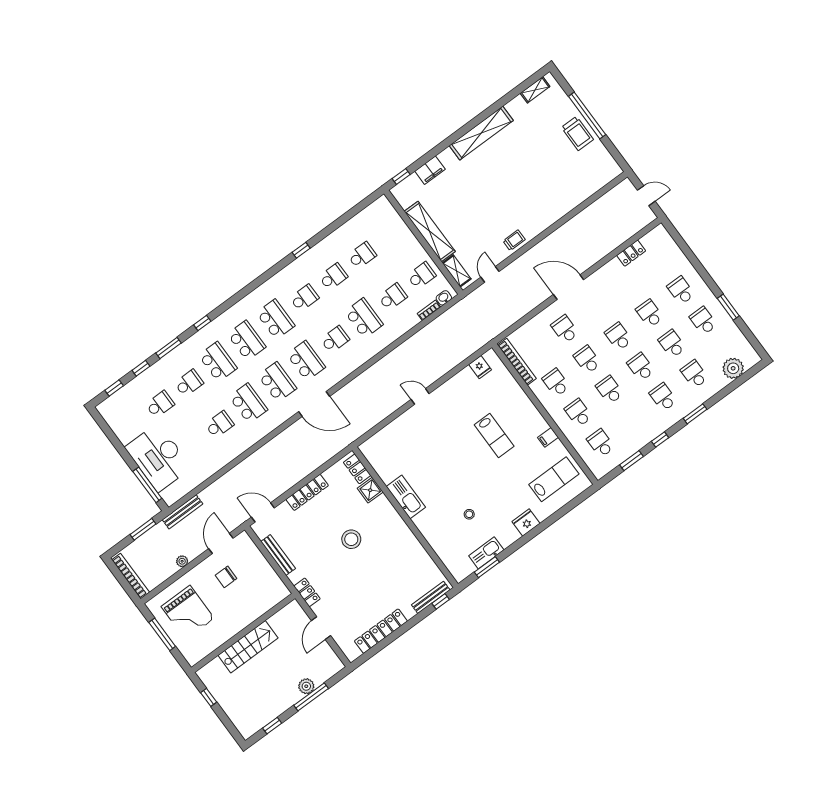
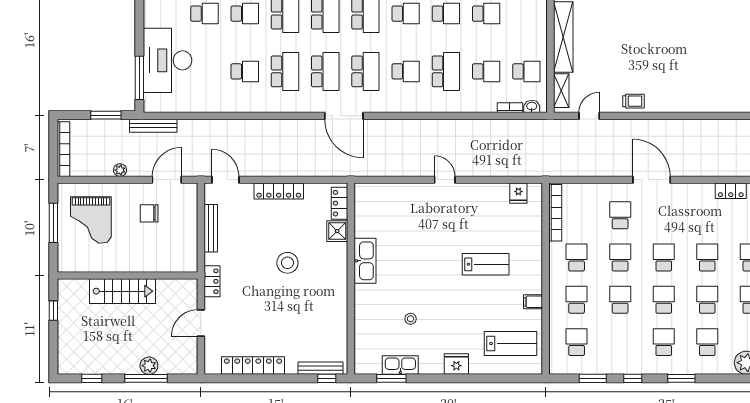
lab bench: (494, 435) -> (486, 264), turned -90

